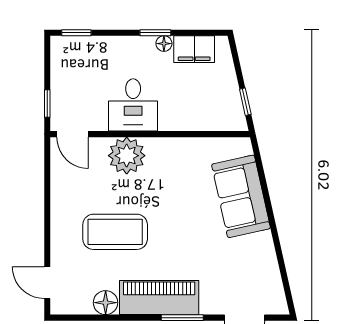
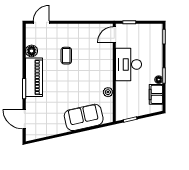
desk: (133, 105) -> (129, 64), width x1.37
plant: (127, 156) -> (108, 92), moved, width x0.53, depth x0.53
coffee table: (115, 232) -> (66, 56), width x0.54, depth x0.58

